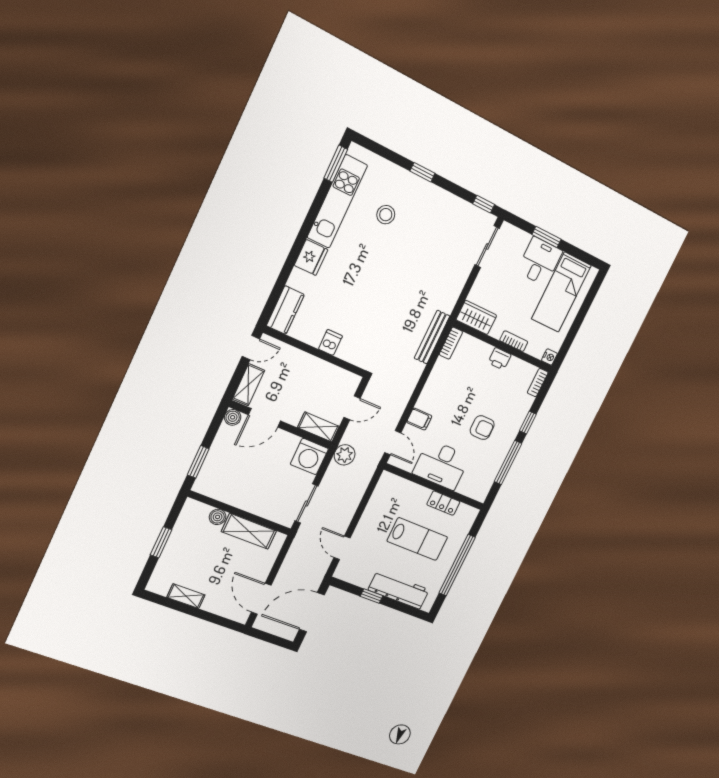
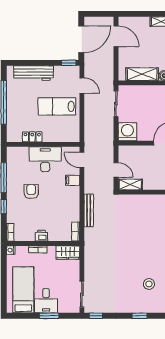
bench: (432, 337) -> (89, 210), moved
dishwasher: (330, 343) -> (146, 201), removed
door: (352, 408) -> (116, 170), swing flipped
shelving: (318, 427) -> (130, 185), moved
armchair: (482, 428) -> (31, 191), turned 90
plant: (345, 455) -> (107, 141), removed
lab bench: (417, 539) -> (57, 106), moved
window: (371, 596) -> (69, 63), moved

